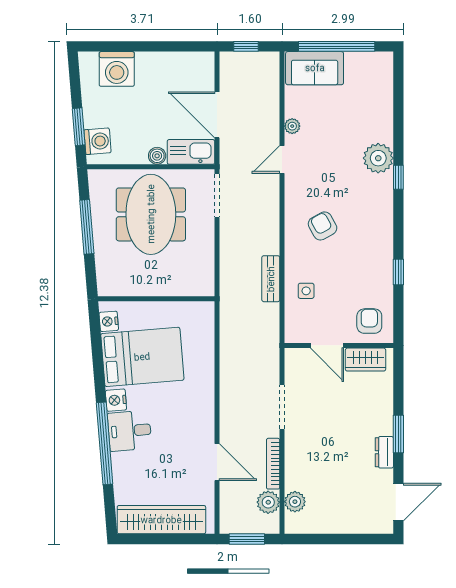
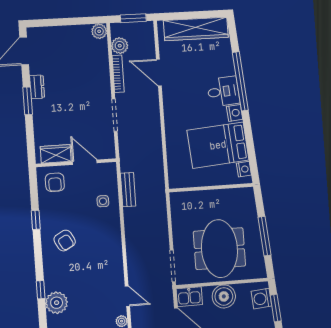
kitchen sink: (191, 152) -> (189, 297), width x0.73
boiler: (157, 156) -> (224, 296), width x1.86, depth x1.86
door: (282, 159) -> (127, 296), hinge flipped
armchair: (323, 226) -> (65, 241), moved
bench: (271, 279) -> (128, 190), moved
plant: (295, 502) -> (99, 31), moved

